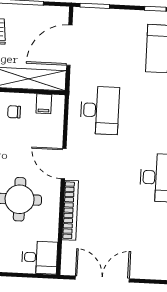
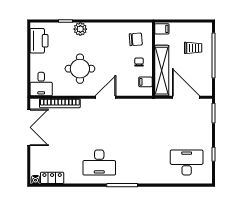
desk: (100, 110) -> (143, 120), removed
bookcase: (70, 210) -> (60, 103), moved

